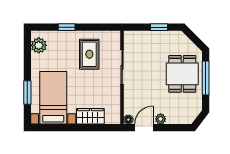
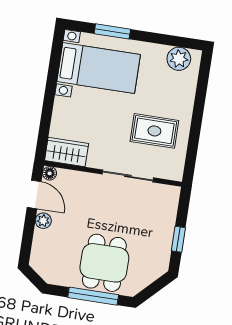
window: (67, 27) -> (199, 104), removed
dining table: (182, 74) -> (104, 263), turned 90
wardrobe: (90, 116) -> (67, 152), moved, turned -90

